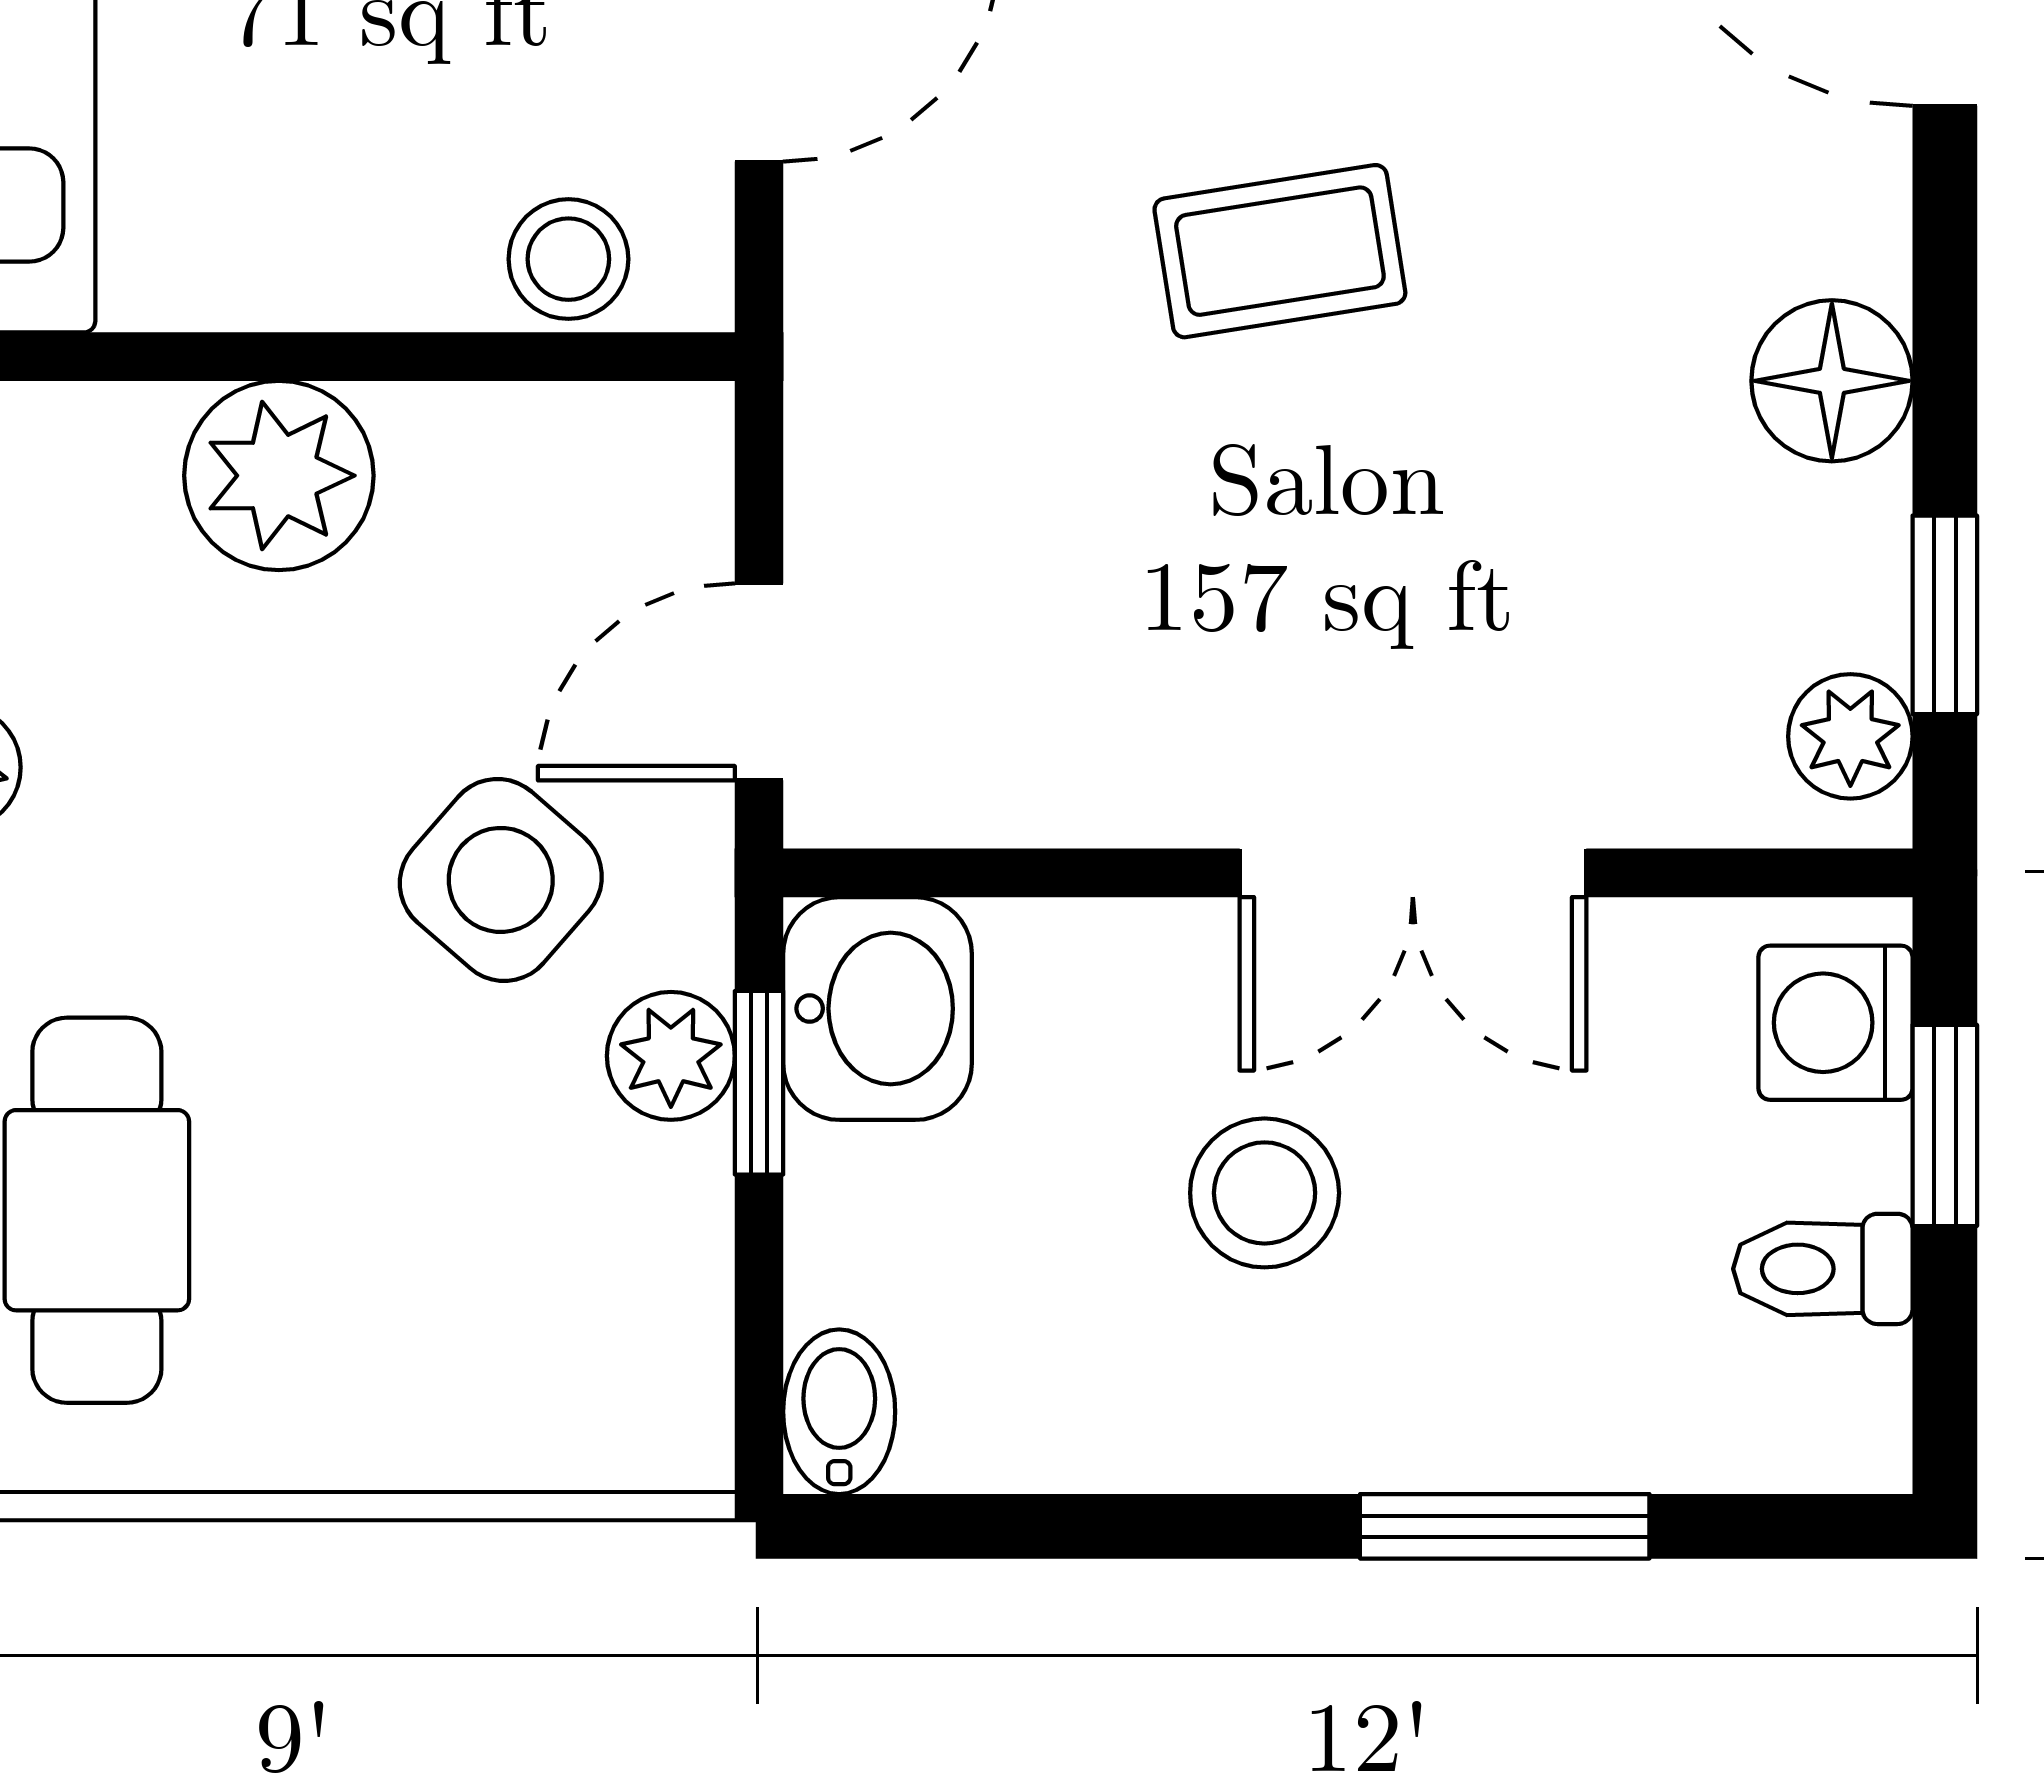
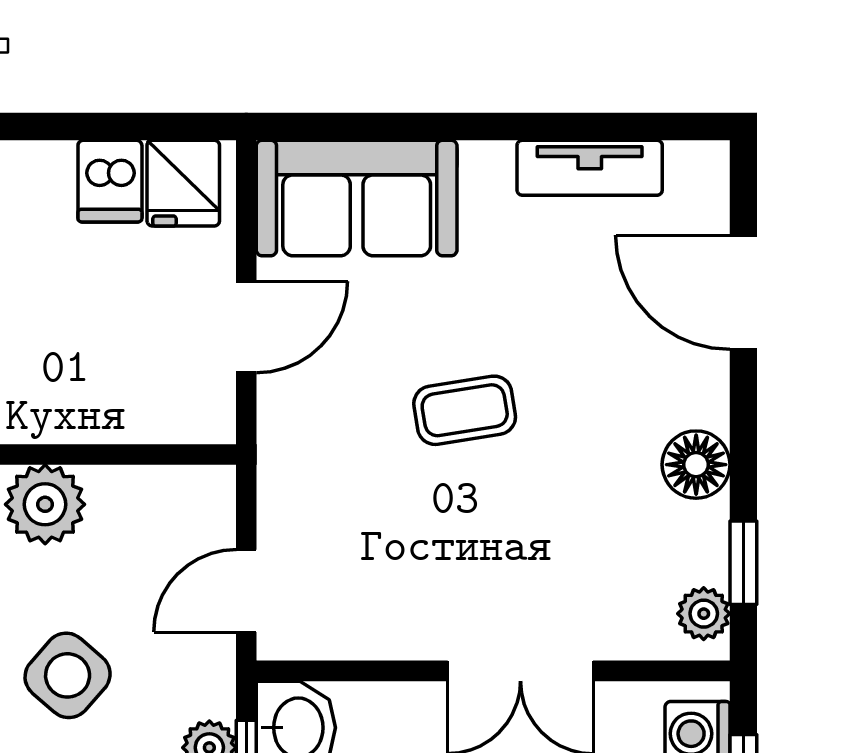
stool: (568, 259) -> (166, 414), removed
side table: (501, 880) -> (68, 675), moved

